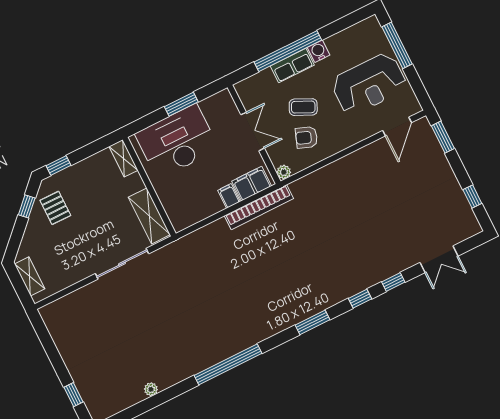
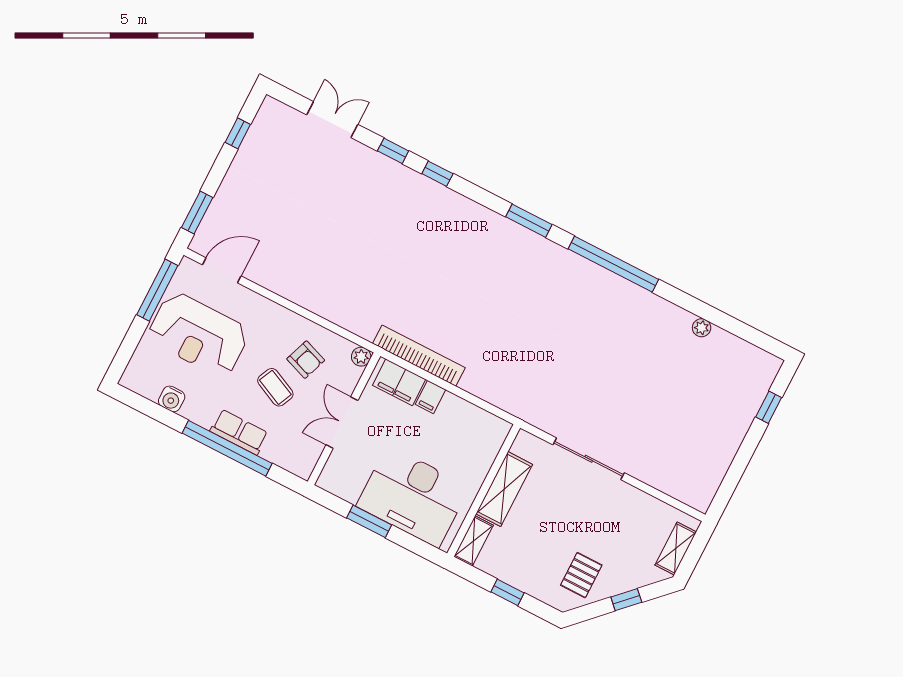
window: (397, 45) -> (157, 290), moved
water cooler: (319, 51) -> (172, 399), moved
reception desk: (369, 84) -> (198, 334), turned 180
window: (58, 165) -> (508, 592), moved
window: (27, 206) -> (626, 600), moved
shelving: (149, 216) -> (504, 489), moved
window: (313, 322) -> (529, 221), moved

